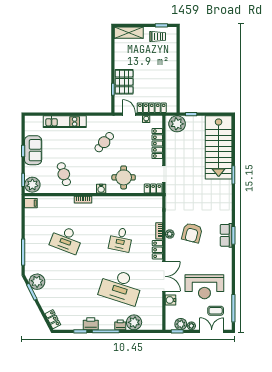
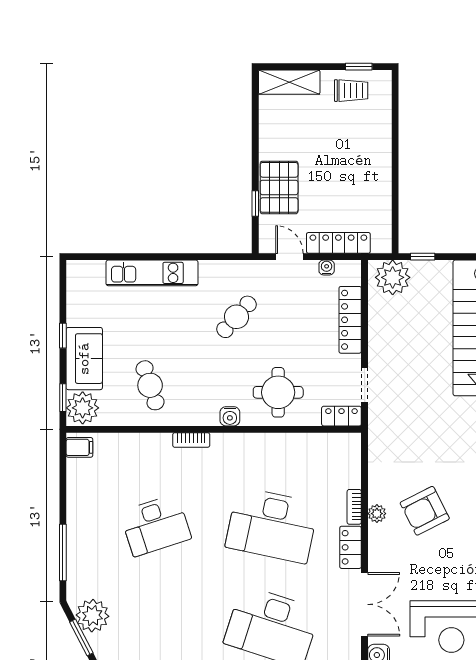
sofa: (33, 150) -> (84, 359), moved
armchair: (192, 233) -> (425, 511), turned 49
desk: (66, 239) -> (155, 525), turned -39
desk: (121, 239) -> (272, 525), width x1.87, depth x1.30

